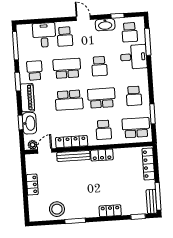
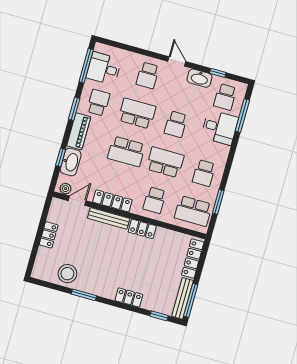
desk: (44, 35) -> (104, 69), moved, turned -90
school desk: (136, 128) -> (193, 211), turned 180
bench: (152, 201) -> (182, 298), width x1.36

